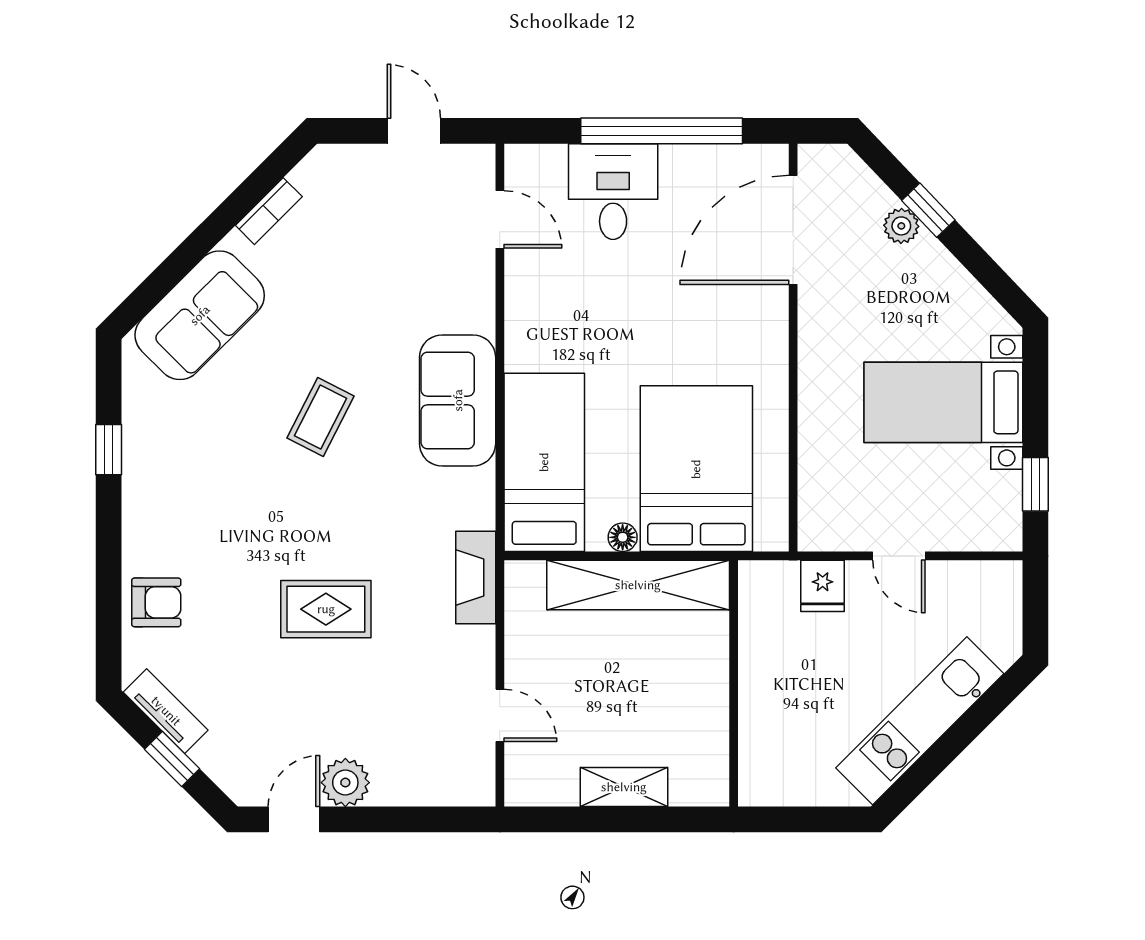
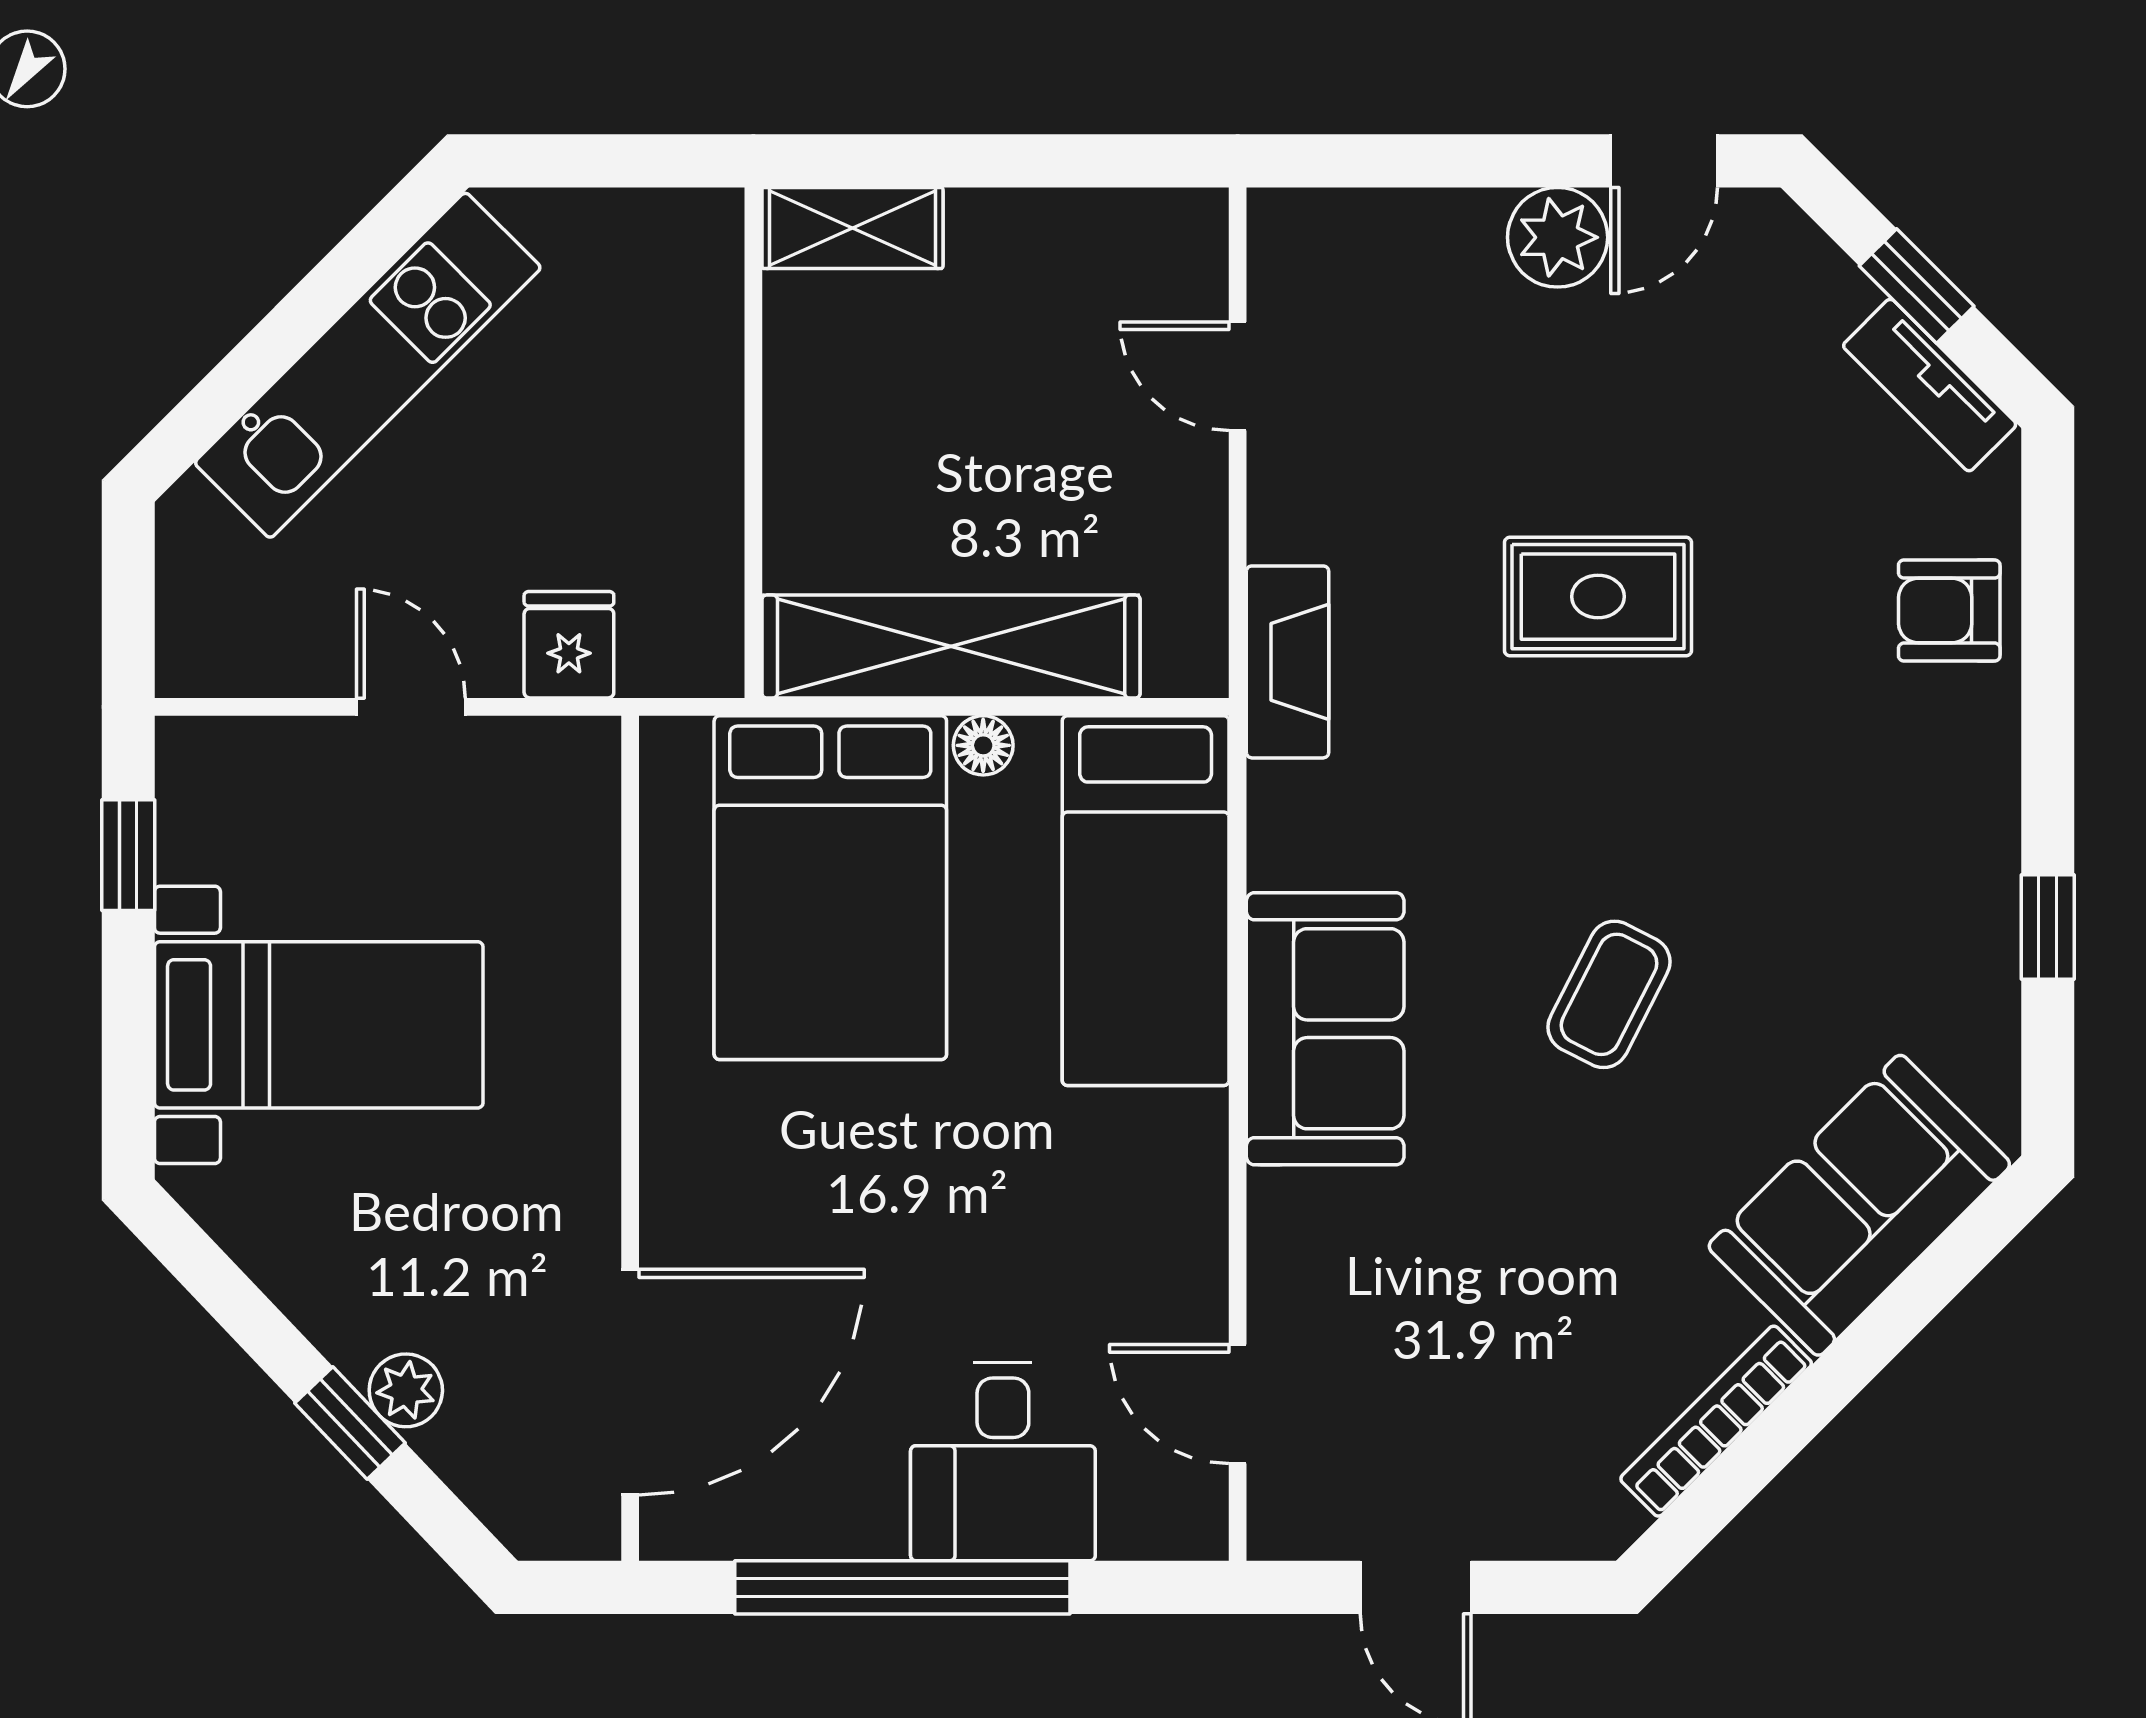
bookcase: (269, 211) -> (1716, 1421), width x1.56
shelving: (624, 787) -> (853, 228), moved

